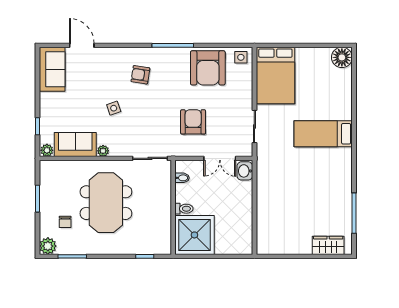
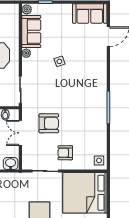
armchair: (208, 68) -> (65, 153), moved, width x0.53, depth x0.53
armchair: (140, 75) -> (85, 82), removed
bed: (275, 75) -> (85, 193), width x1.36
double door: (220, 158) -> (20, 133), moved

